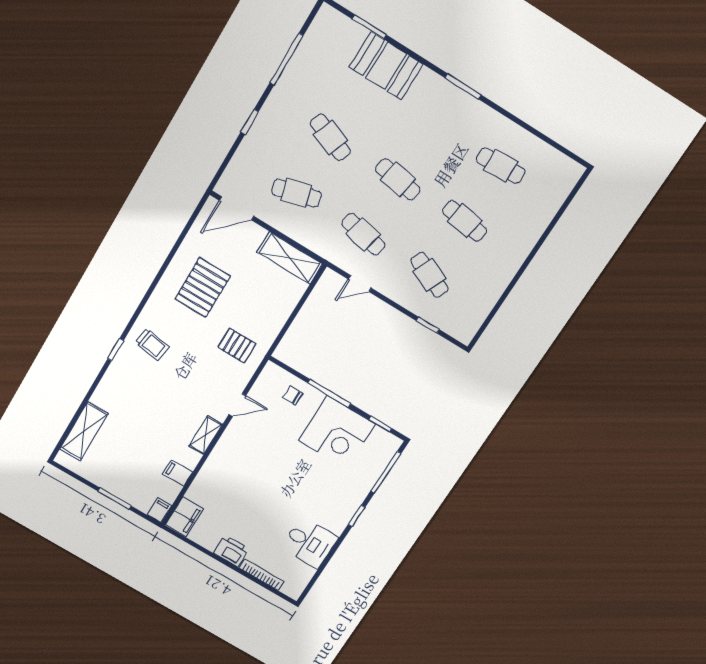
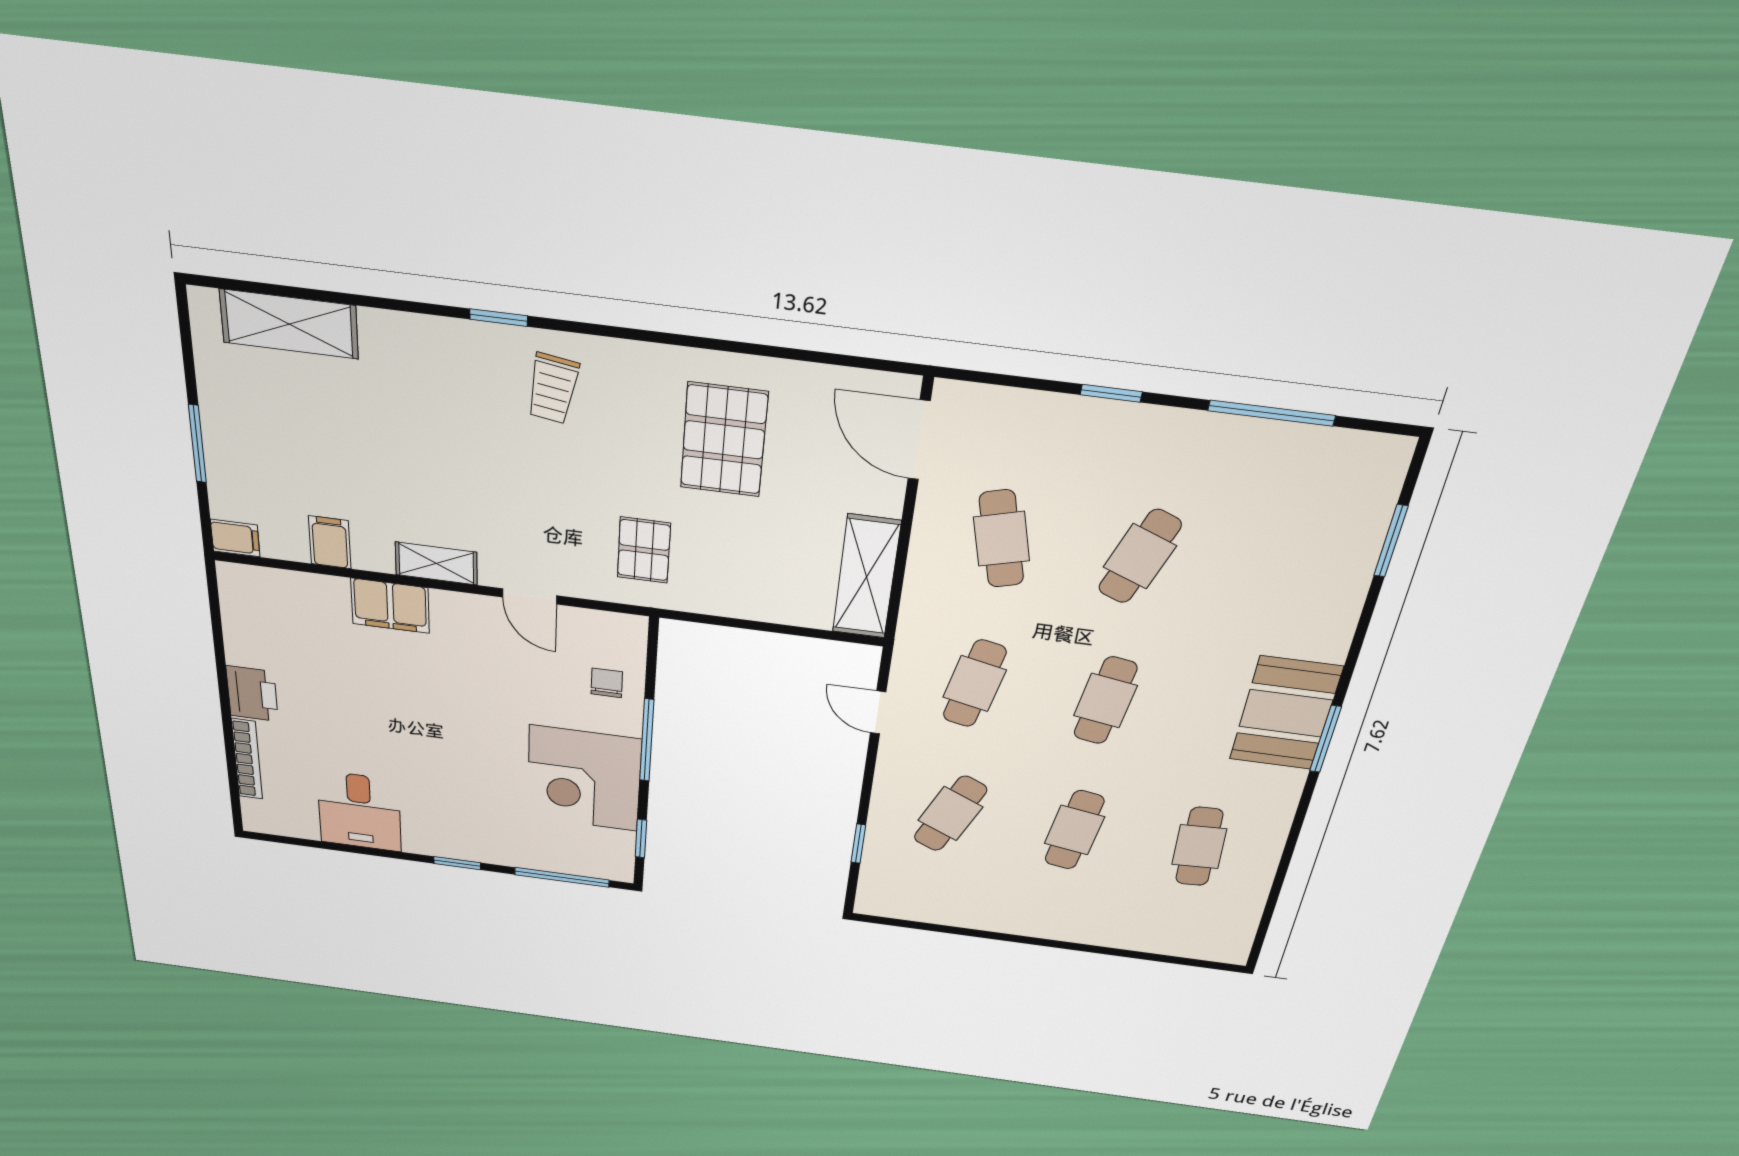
booth: (386, 66) -> (1286, 713), moved
pallet: (203, 288) -> (724, 440), turned 90
filing cabinet: (184, 517) -> (390, 606), moved

